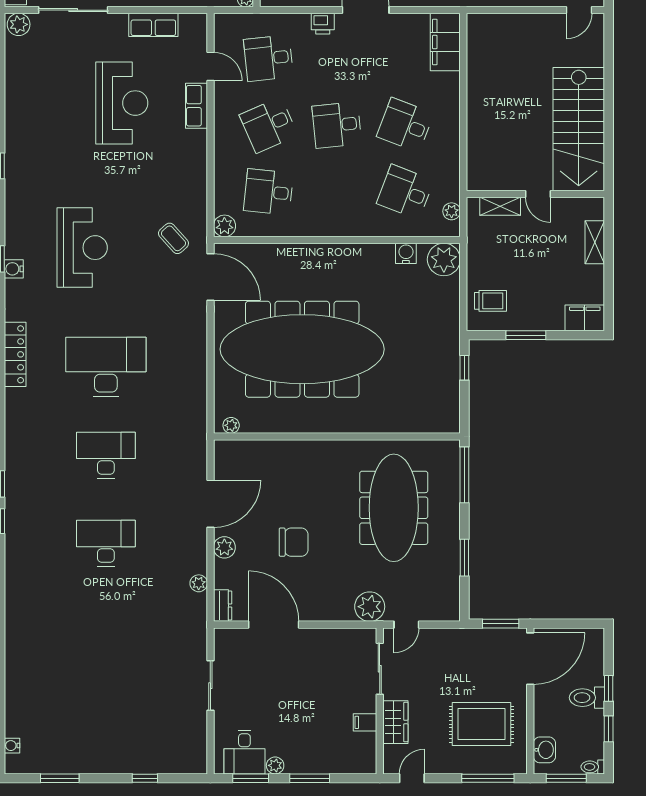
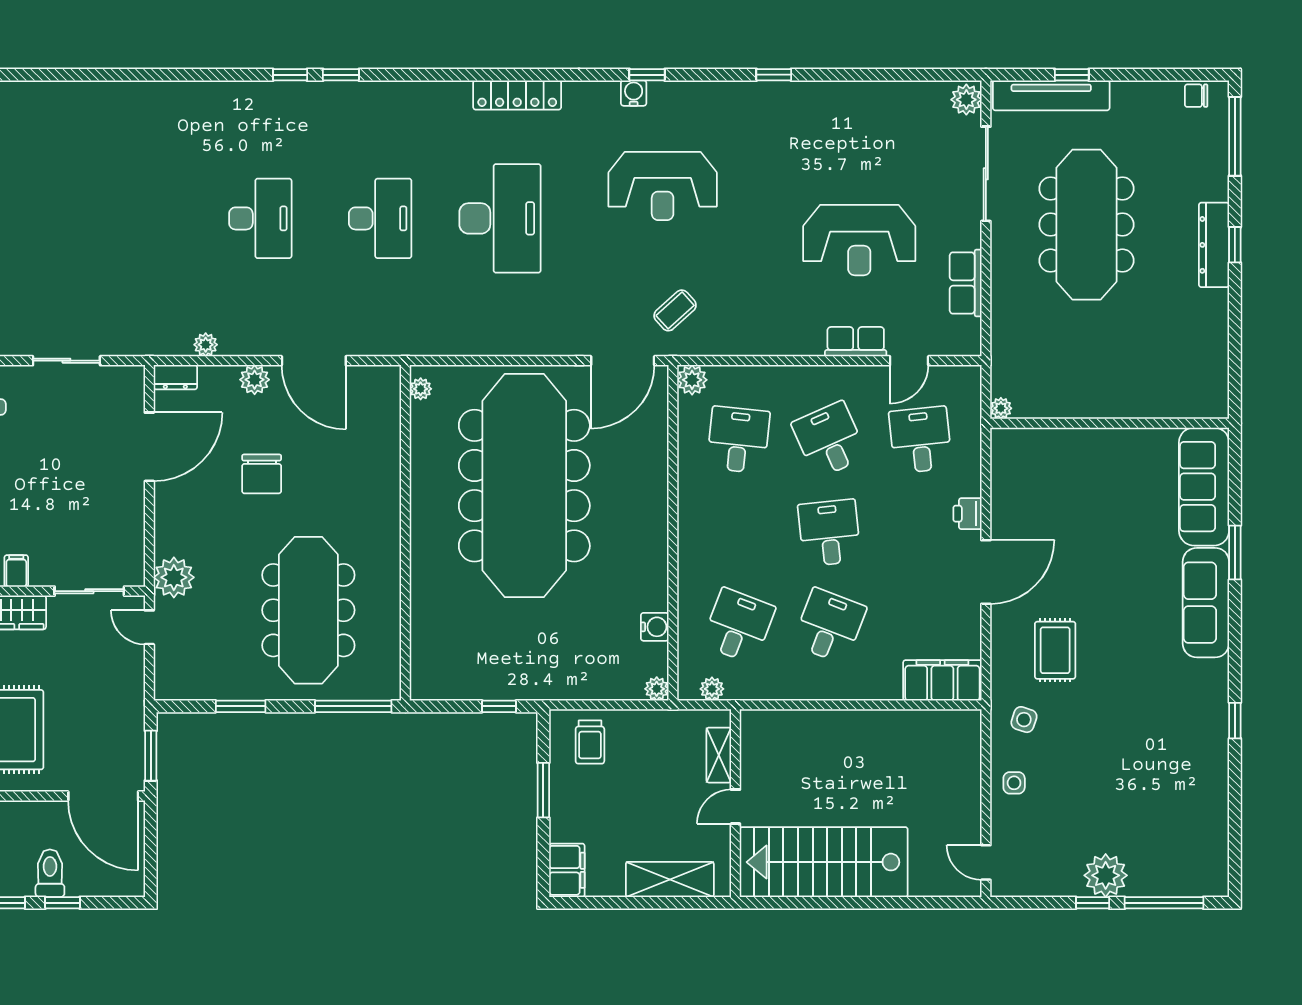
shelving: (595, 242) -> (670, 879), width x1.50, depth x1.33
plant: (444, 259) -> (657, 689), width x0.53, depth x0.53
meeting table: (394, 508) -> (308, 610), turned 90

